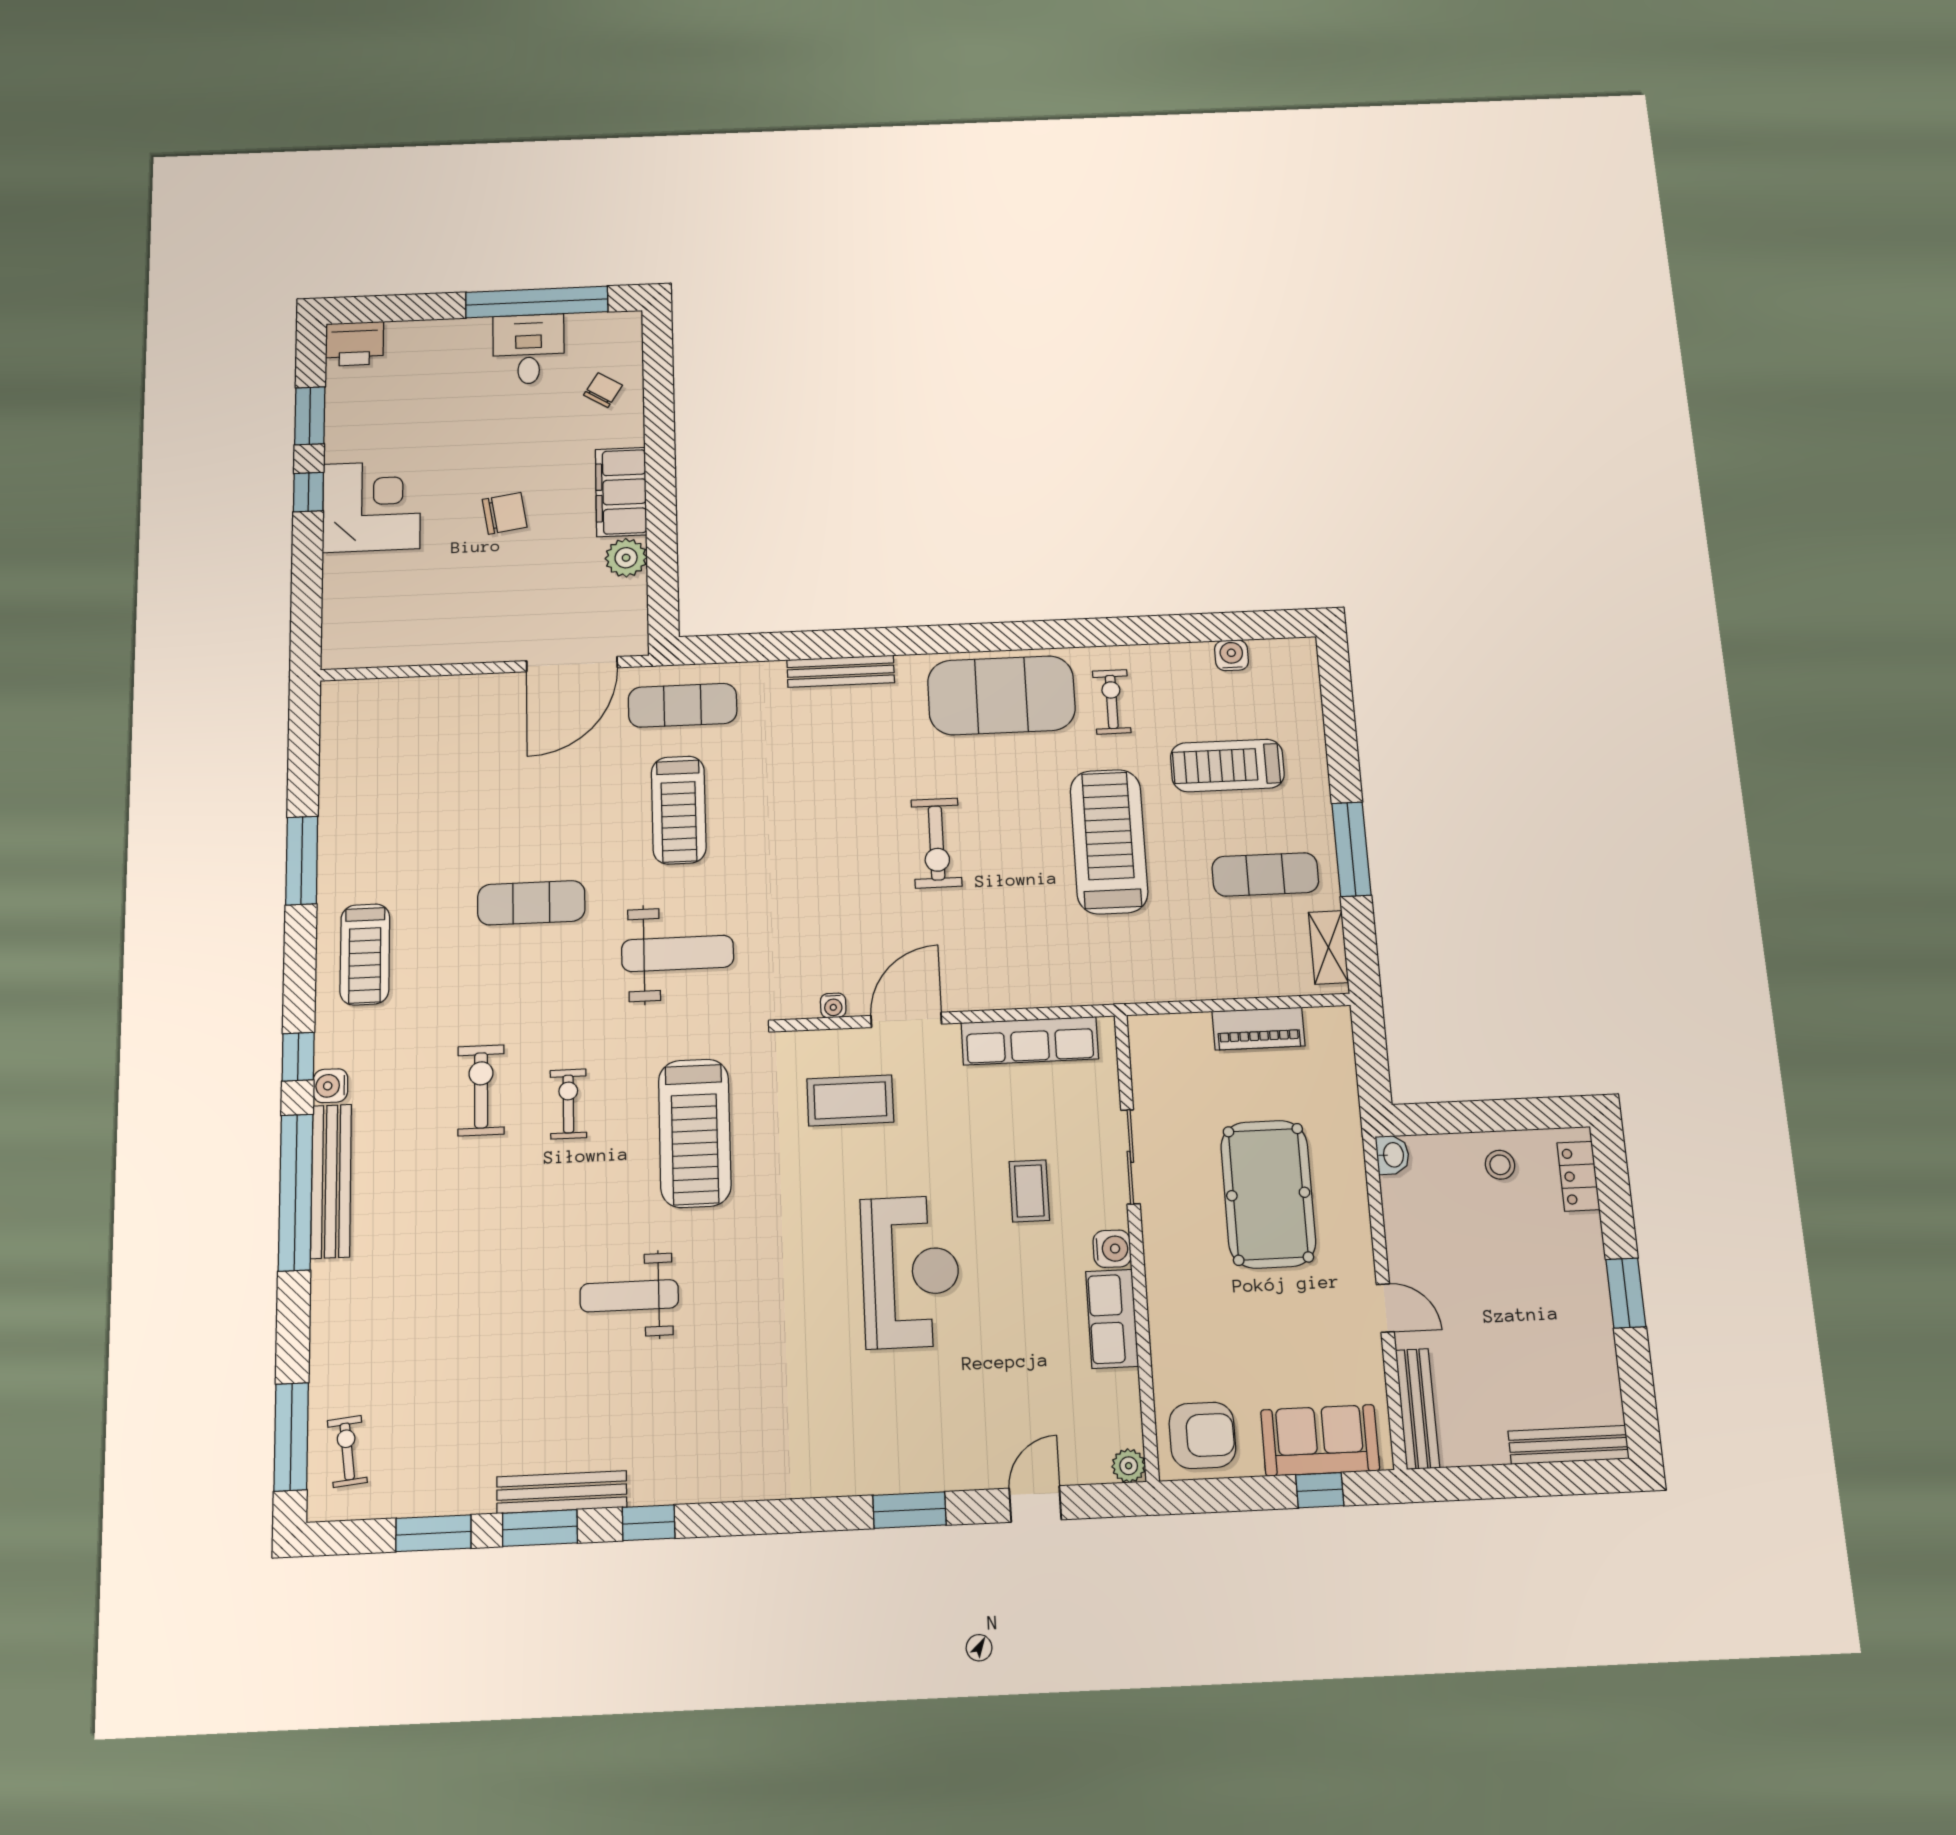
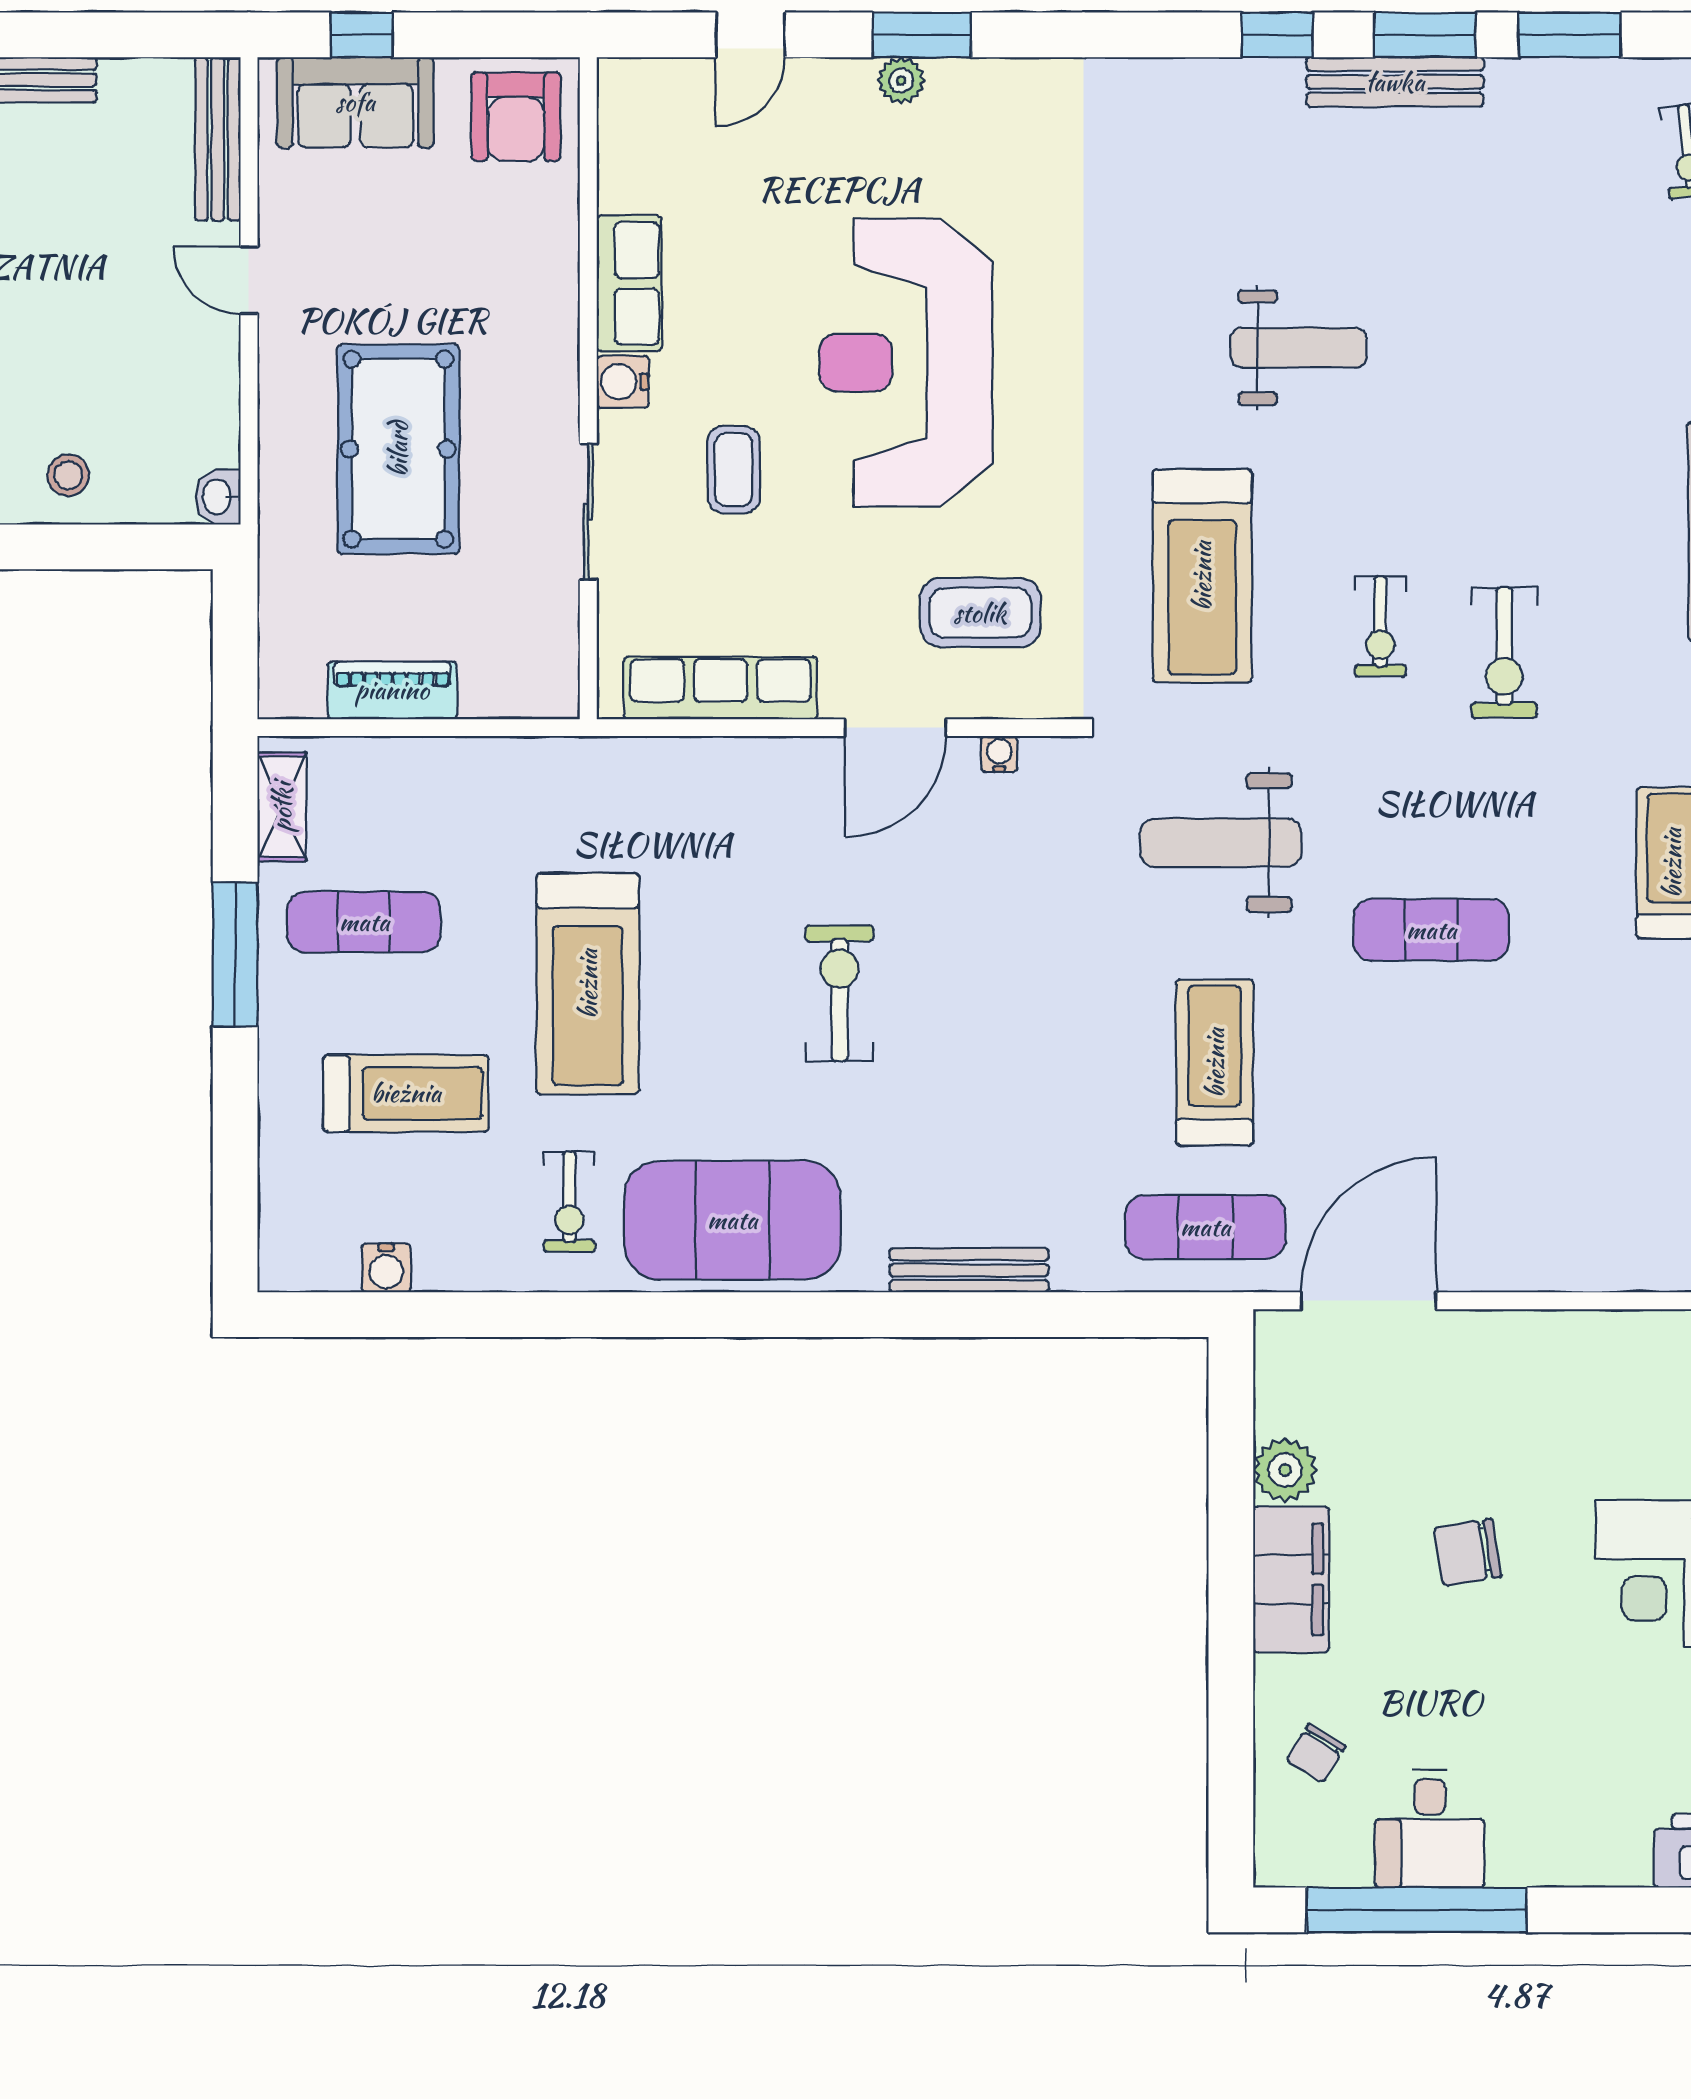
treadmill: (695, 1133) -> (1202, 576), turned 180
reception desk: (911, 1272) -> (906, 363), width x1.36, depth x1.30
armchair: (1202, 1435) -> (516, 117), turned -90
plant: (1129, 1466) -> (901, 80), moved

